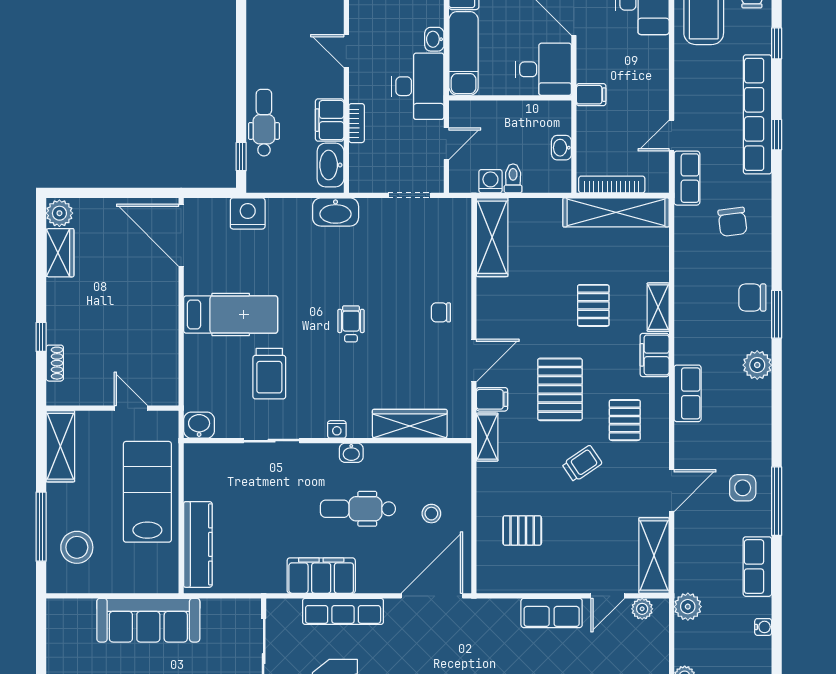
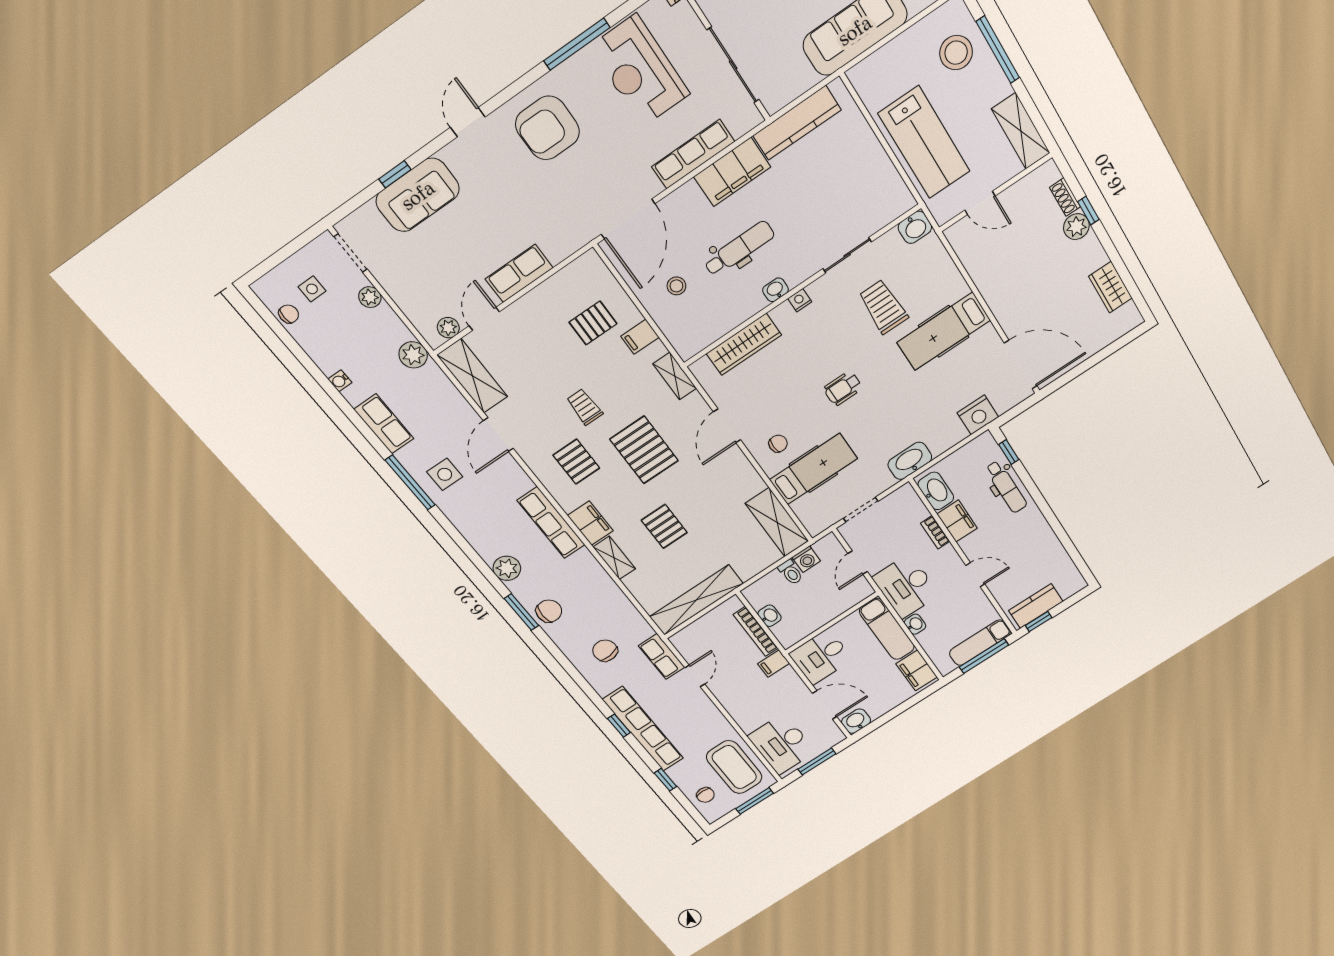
bookcase: (612, 184) -> (756, 631), moved, turned 90
plant: (59, 213) -> (1076, 227), moved
hospital bed: (426, 266) -> (813, 469), added
wheelchair: (351, 324) -> (843, 388), turned 90
row of seats: (688, 393) -> (551, 523), width x1.48
filing cabinet: (492, 399) -> (640, 337), moved
trolley: (582, 464) -> (585, 407), turned 124
kitchen counter: (198, 544) -> (797, 123), moved, turned -90

